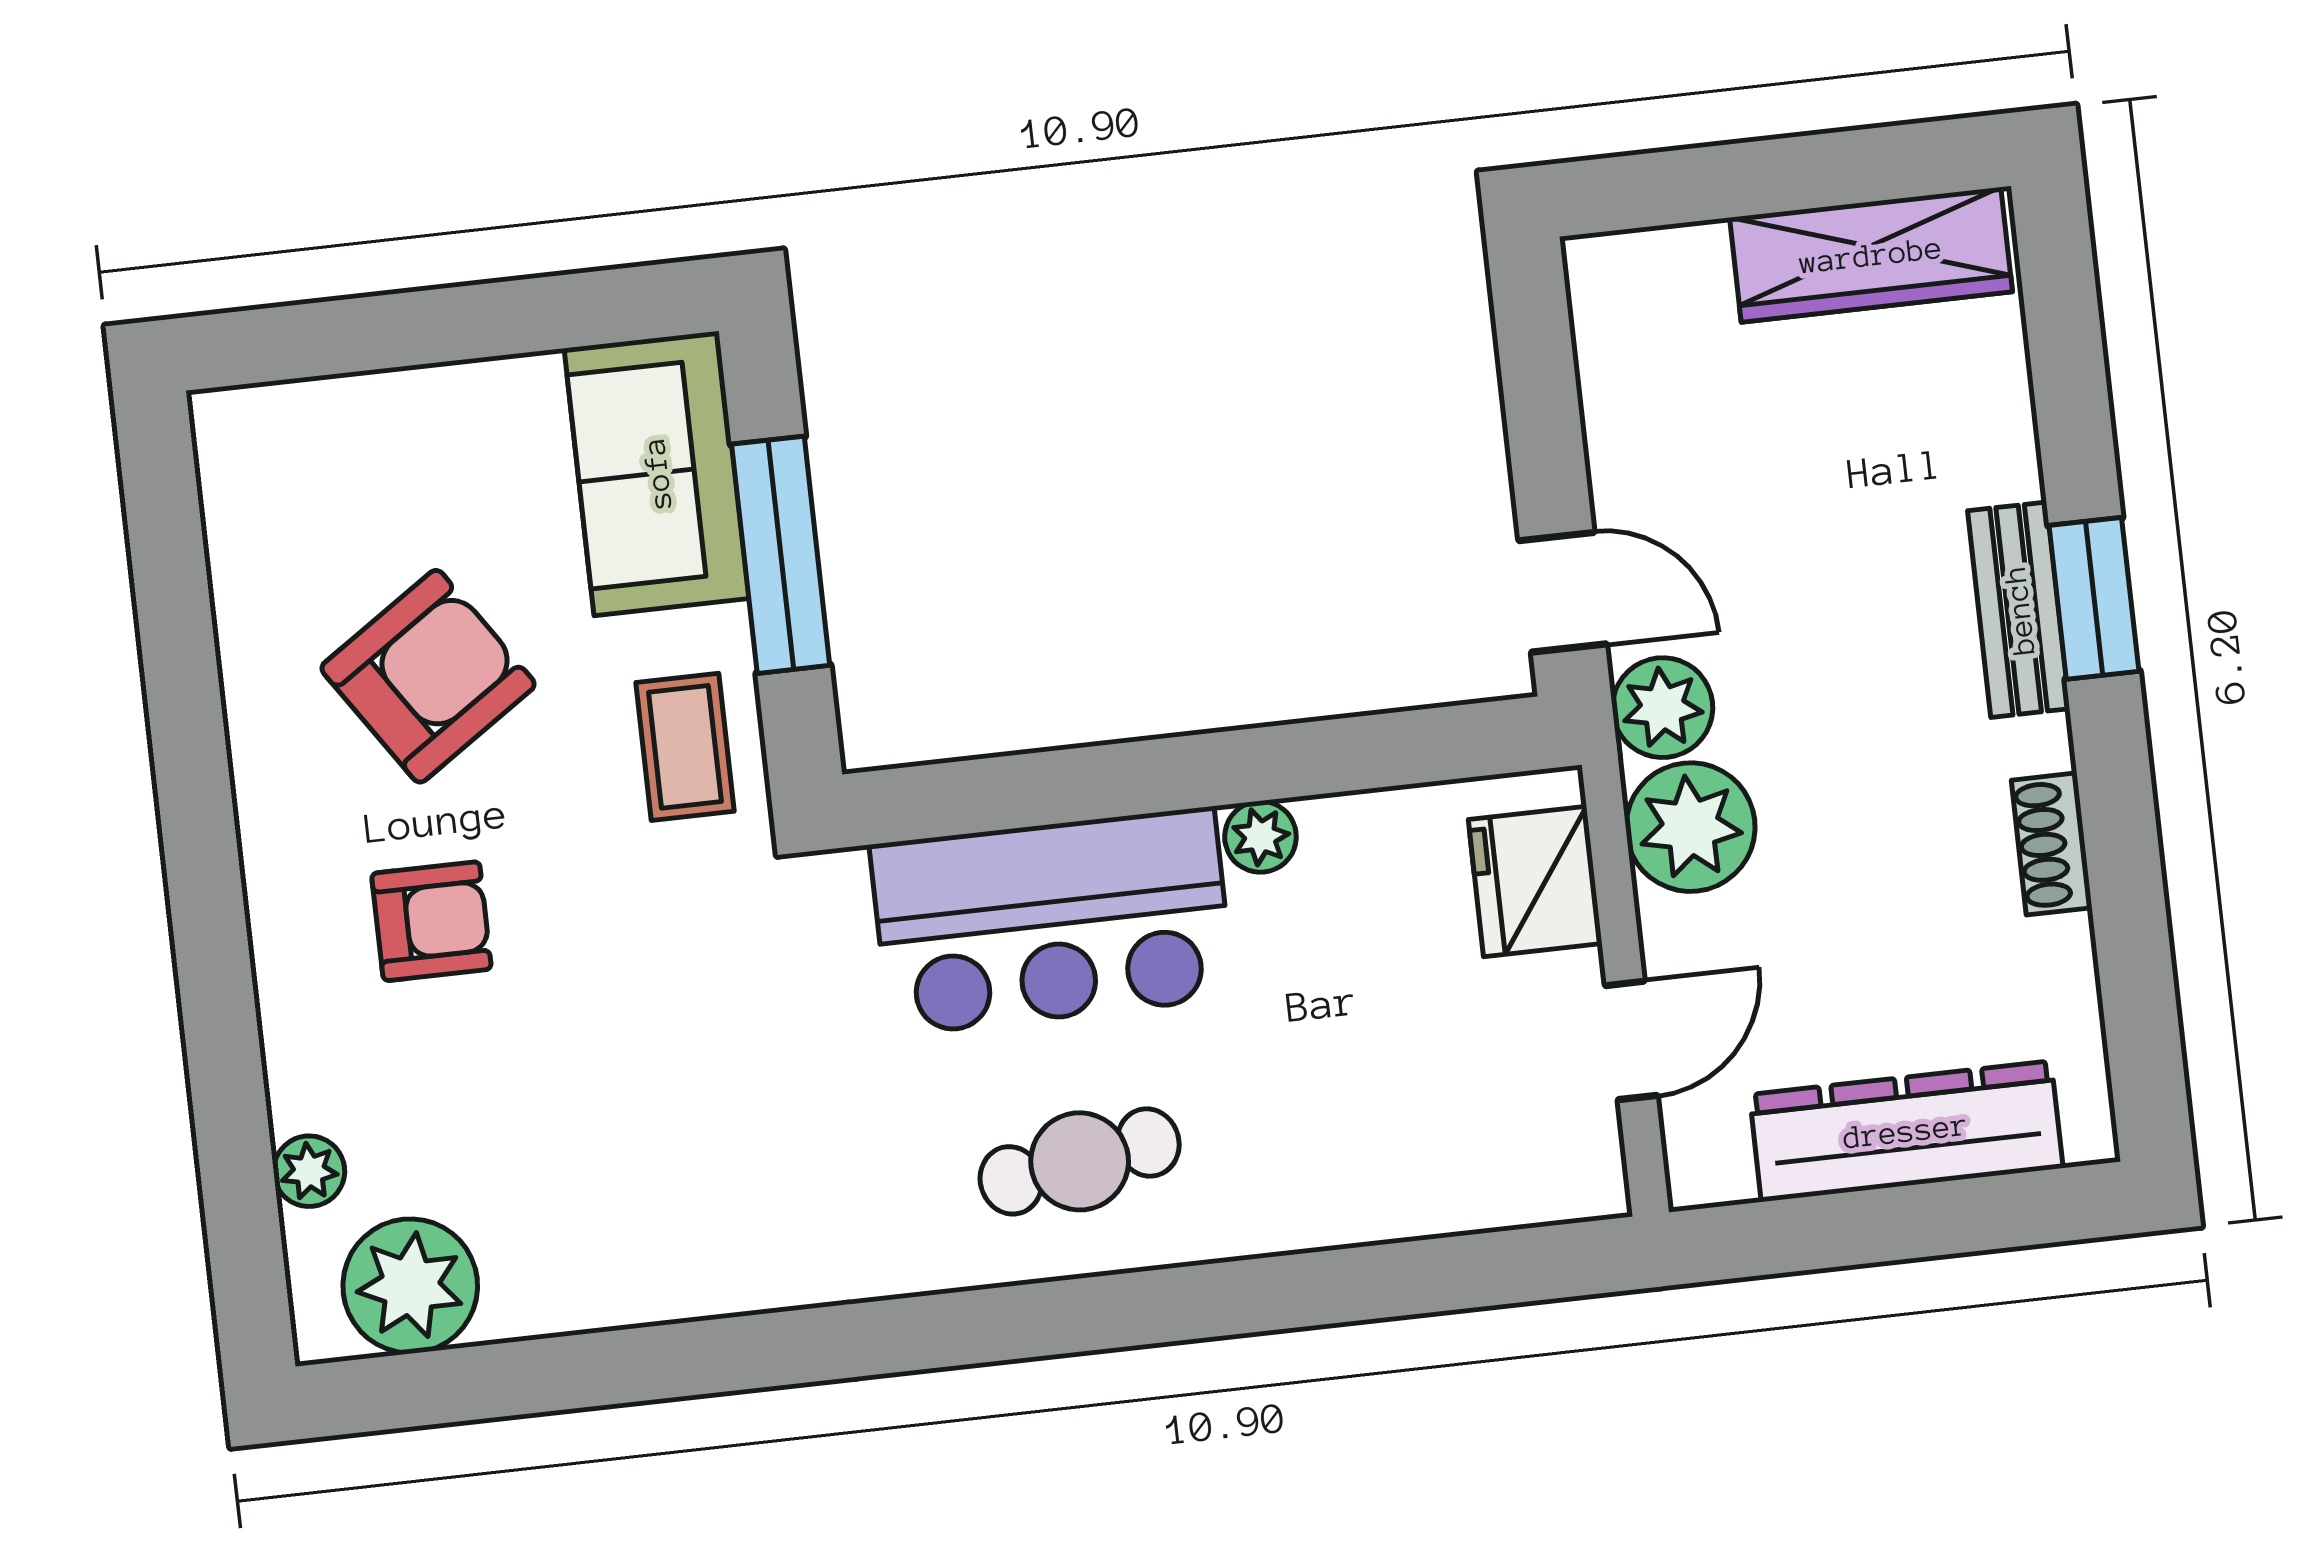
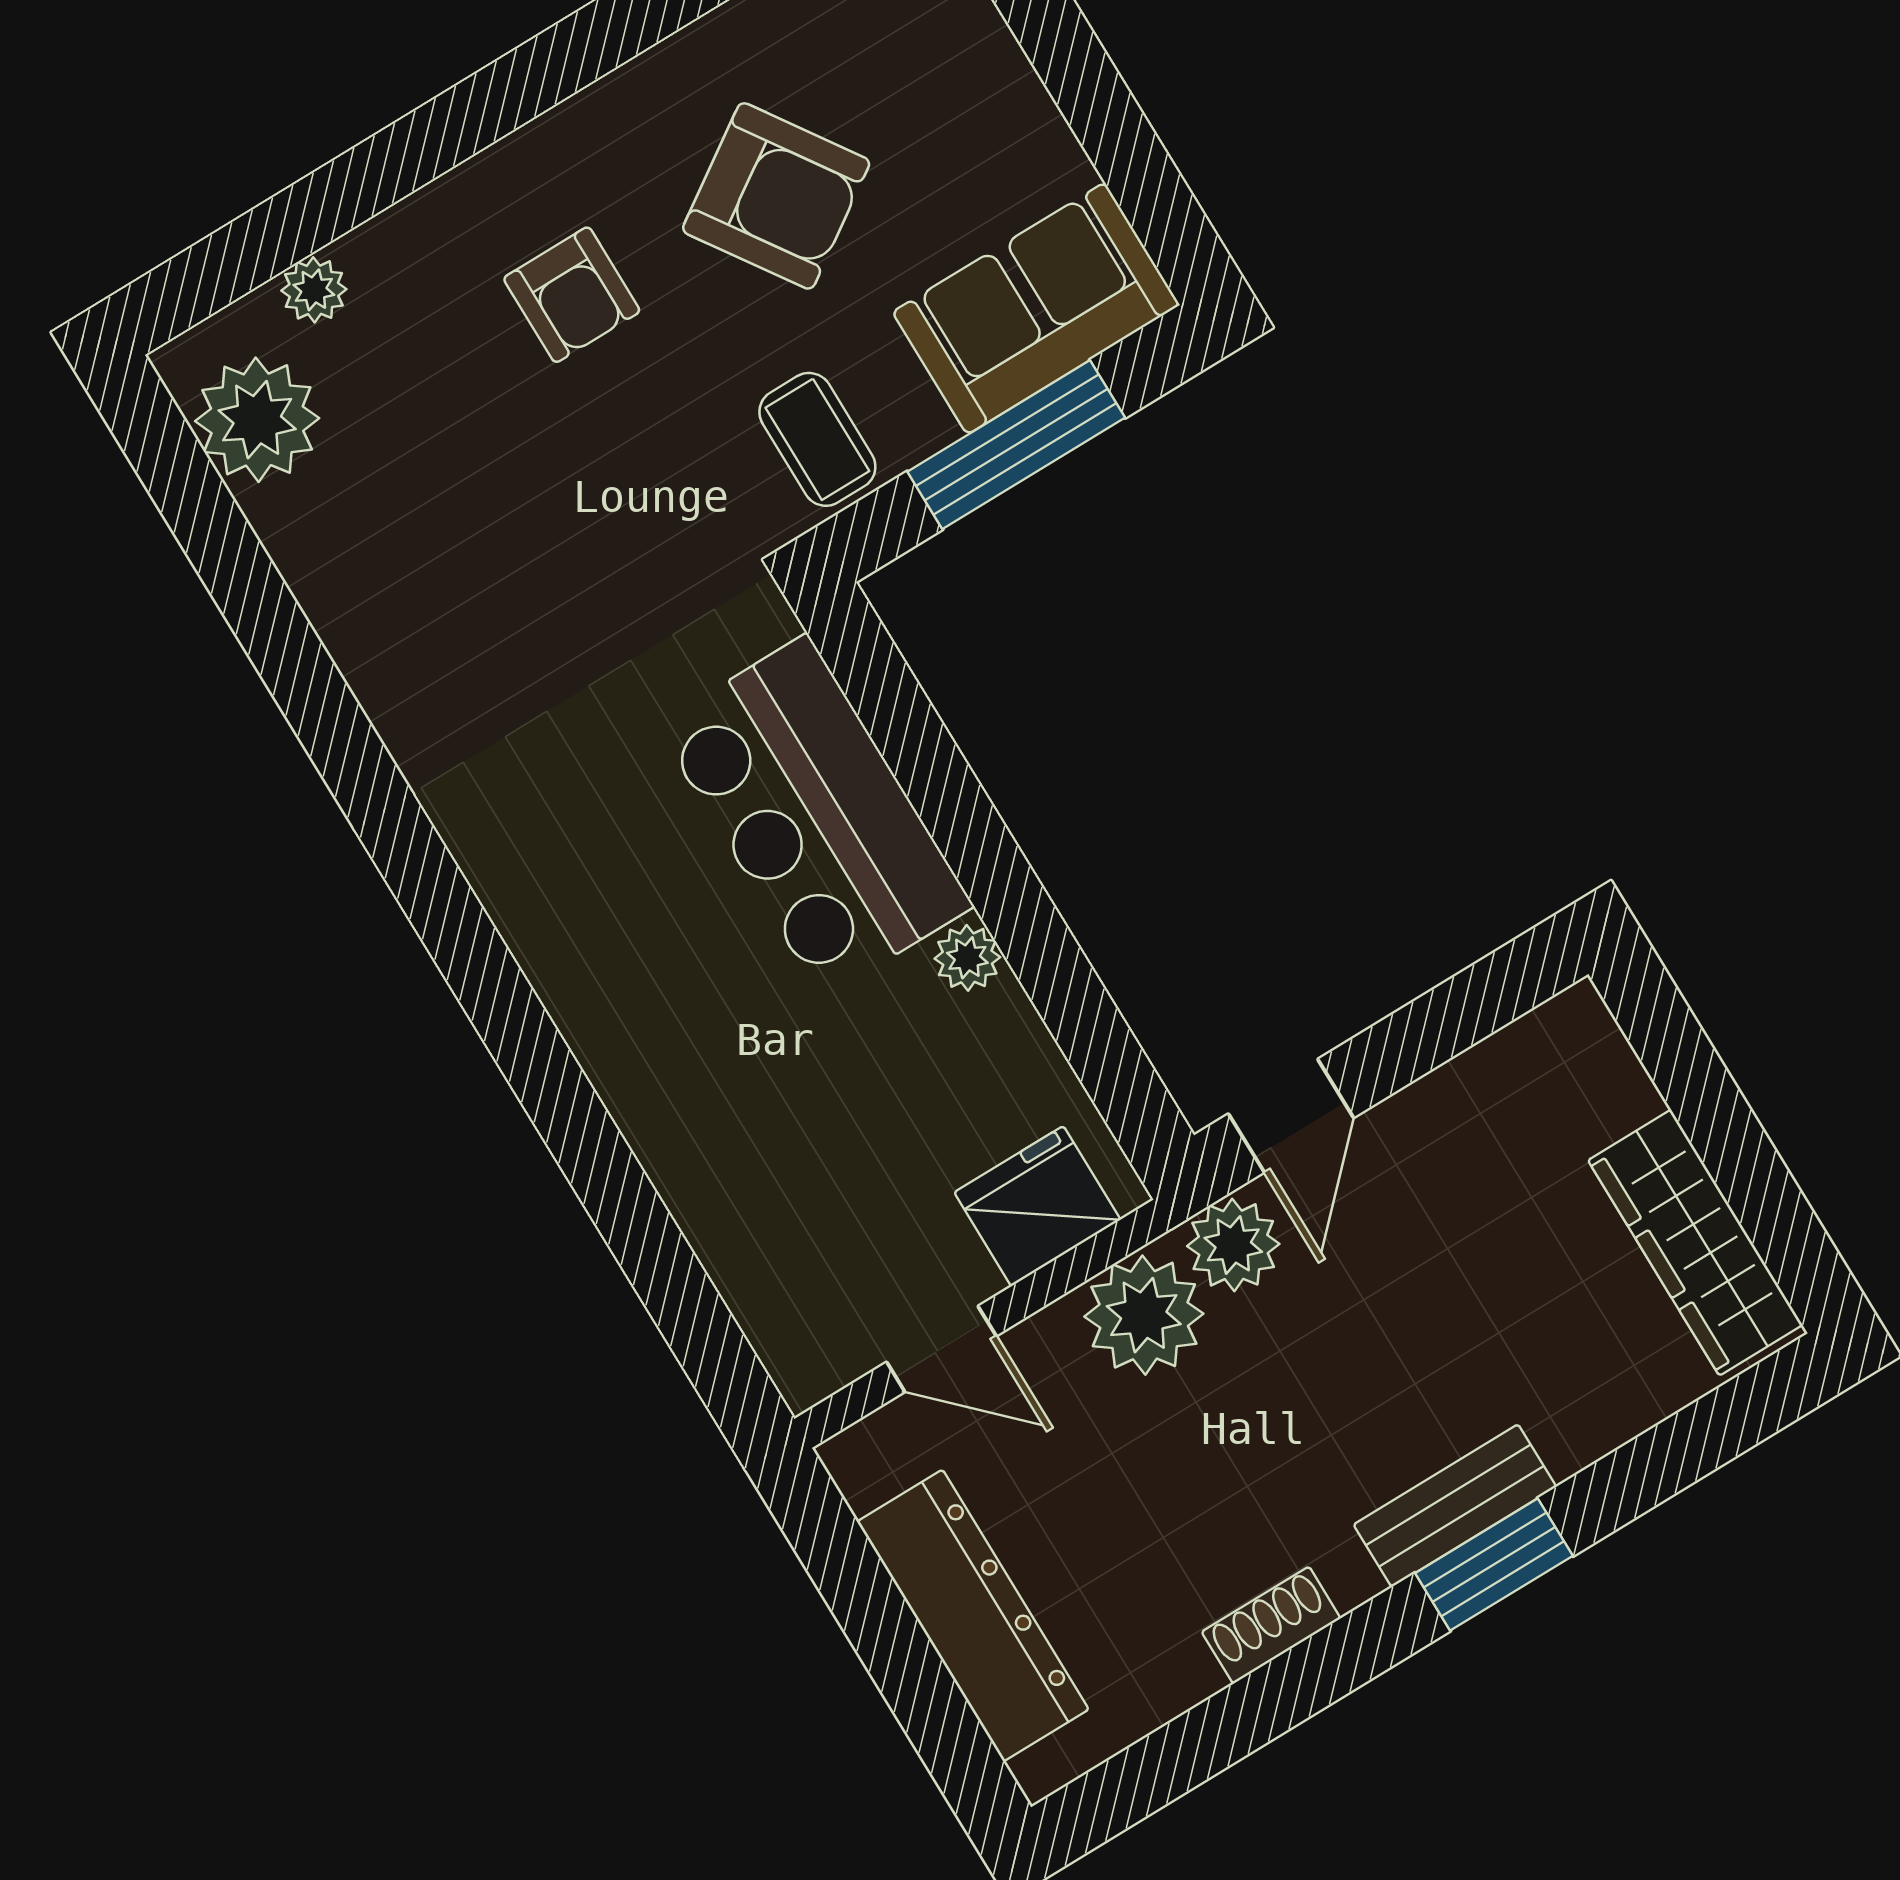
coffee table: (685, 747) -> (817, 439), turned 90
cafe table: (1080, 1161) -> (624, 933), removed

